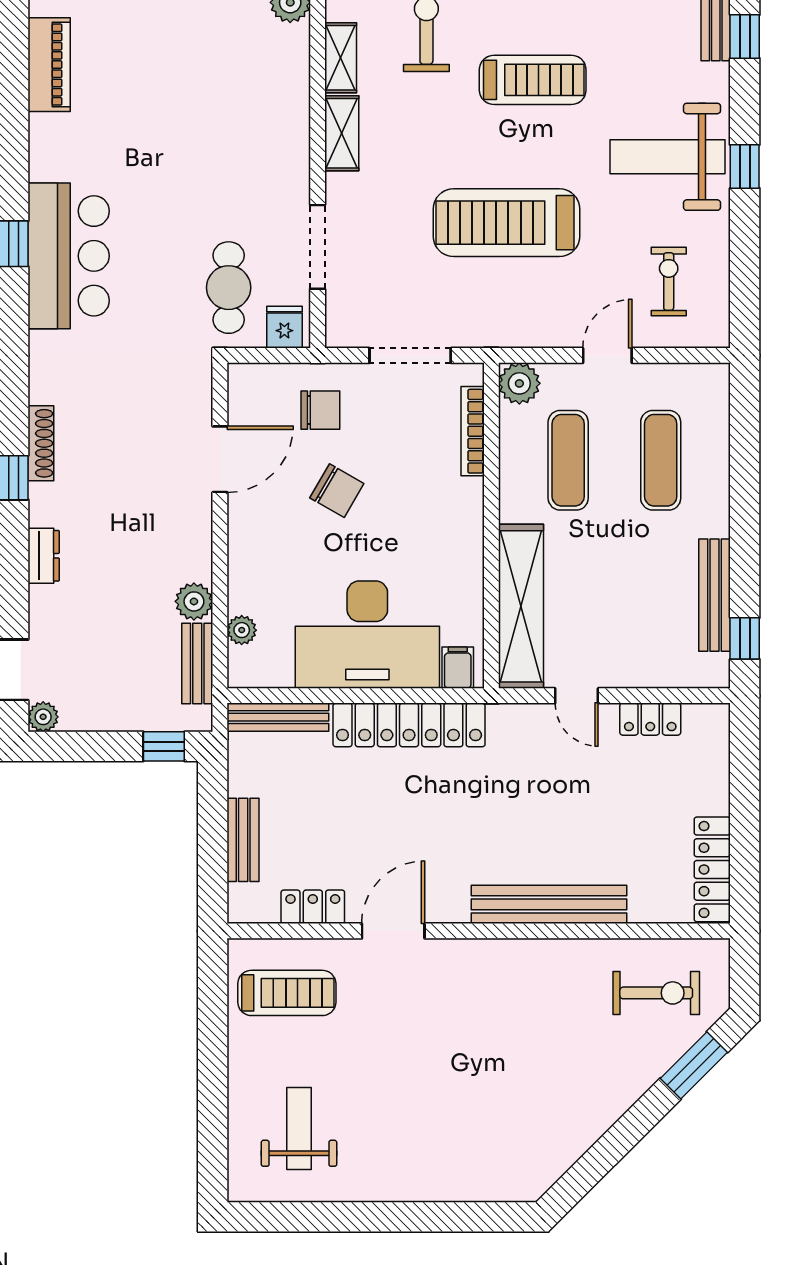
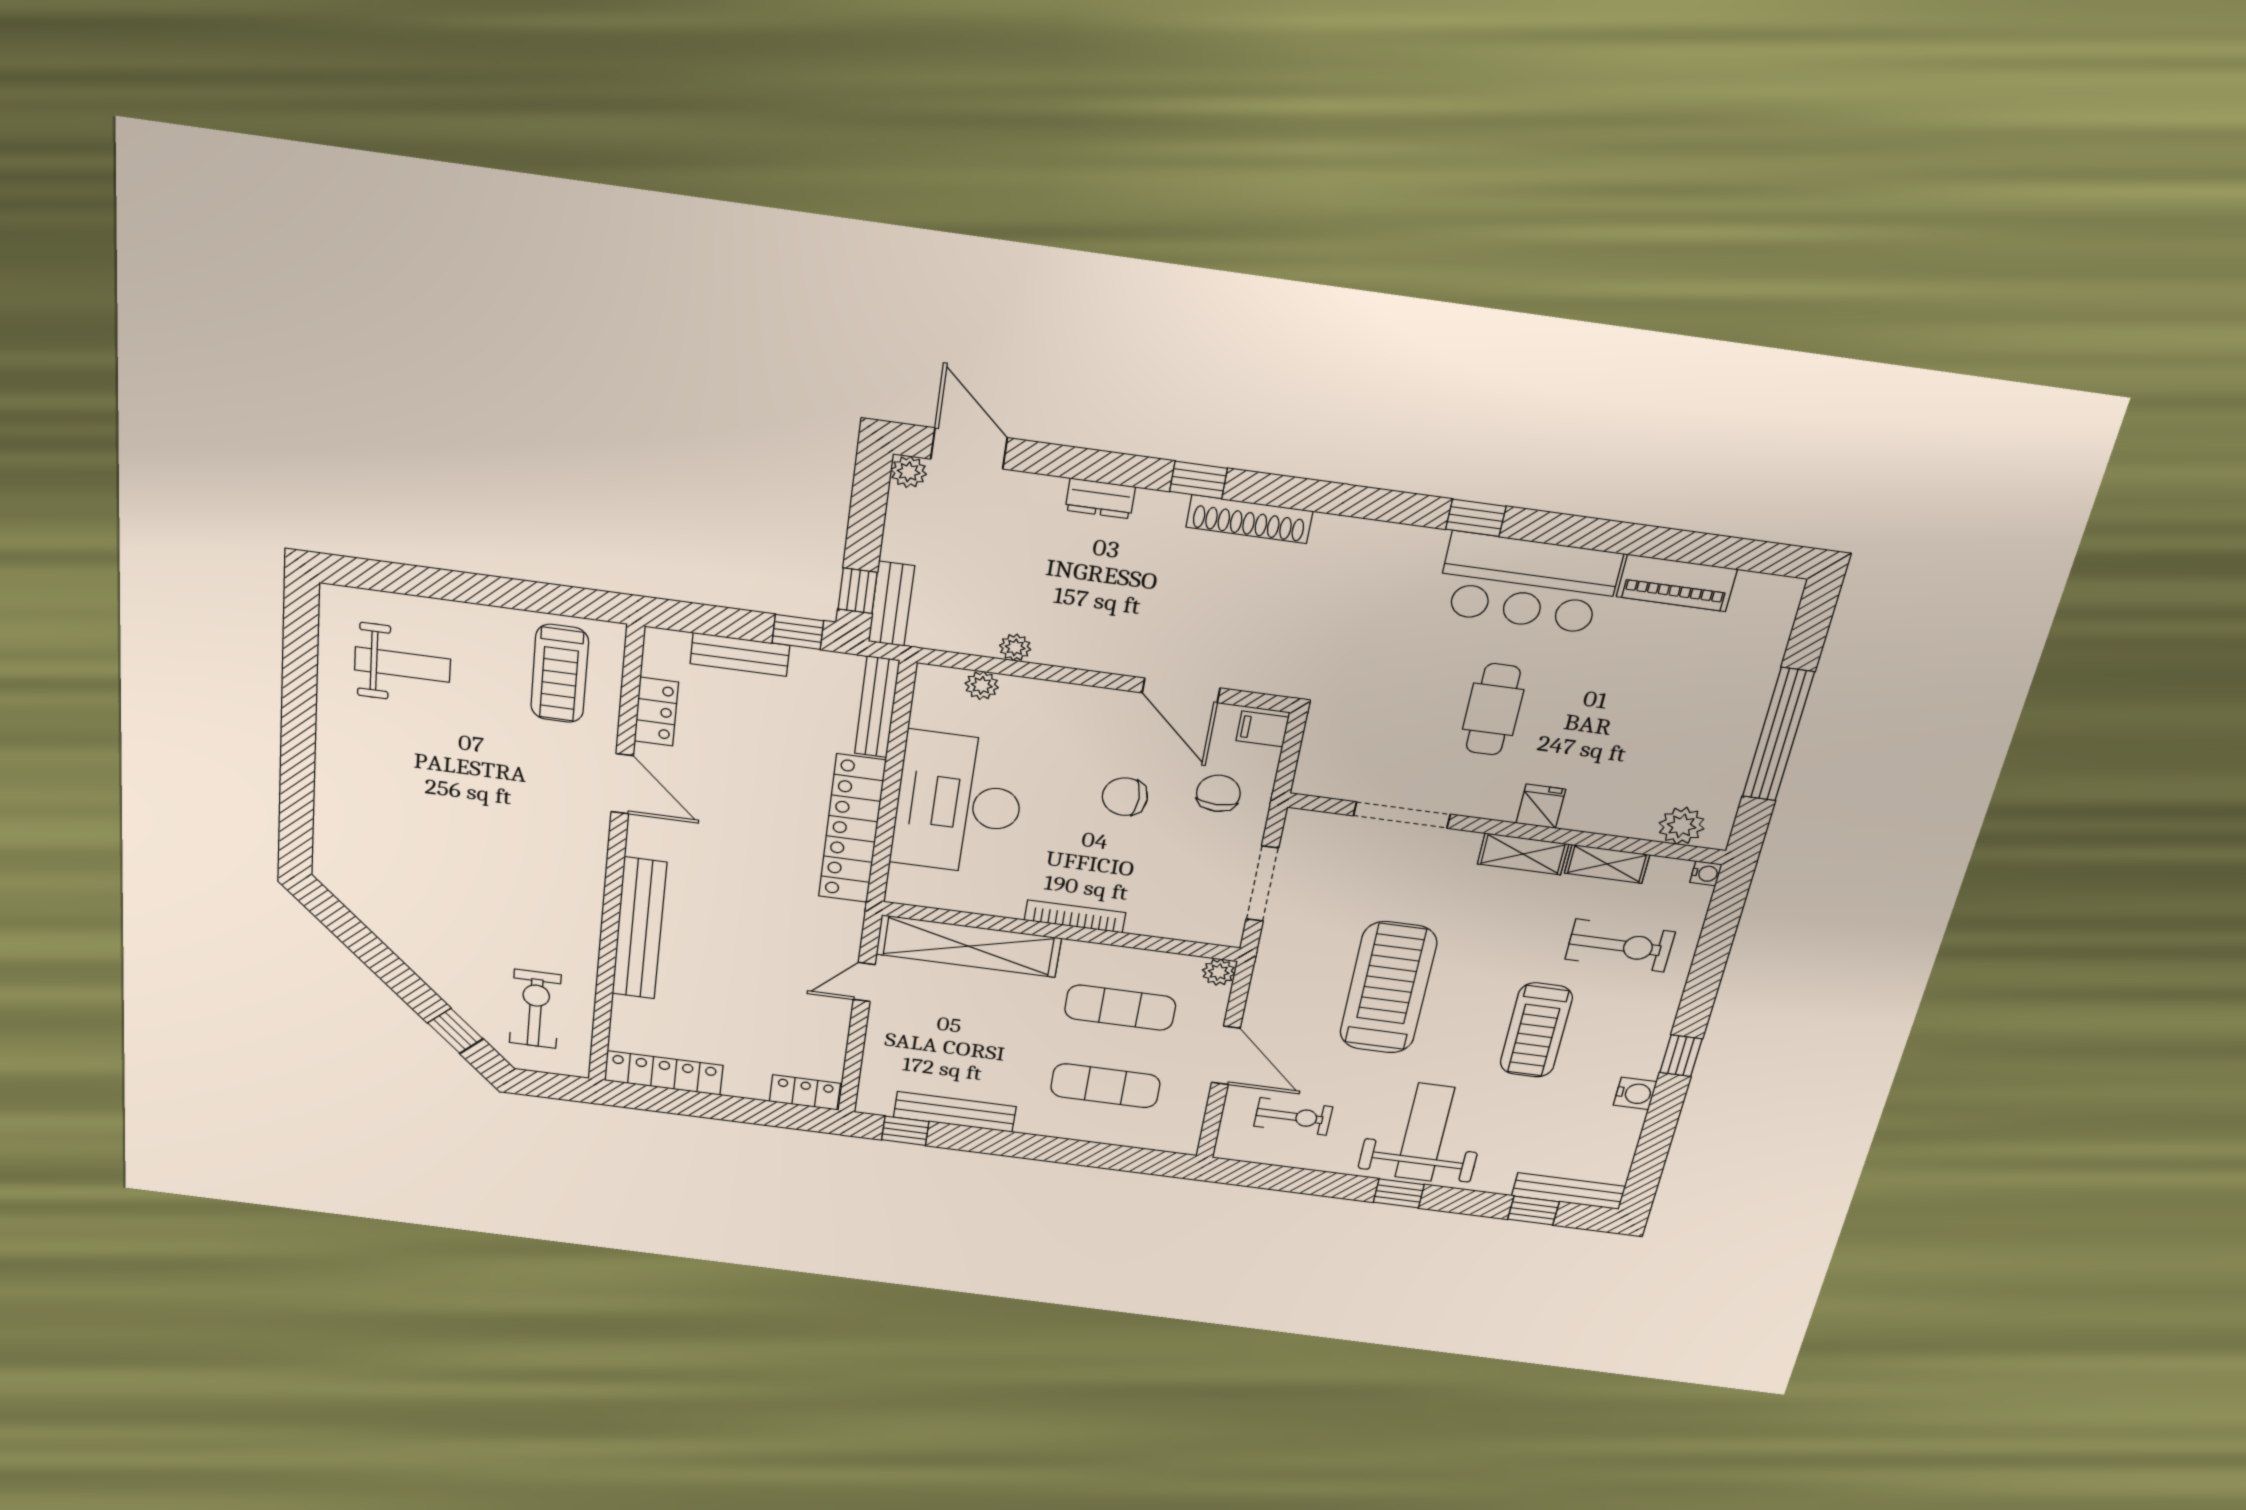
bar counter: (69, 256) -> (1528, 583), moved
cafe table: (229, 288) -> (1493, 709), moved, turned 90
fridge: (284, 327) -> (1541, 806), moved, turned -90
door: (607, 355) -> (1226, 1055), width x1.37
plant: (519, 383) -> (1219, 972), width x0.73, depth x0.73
chair: (320, 410) -> (1218, 793), turned 180
bookcase: (473, 431) -> (1075, 916), moved
shoe rack: (41, 443) -> (1249, 519), width x1.36, depth x1.24
chair: (337, 491) -> (1125, 797), turned 60
plant: (194, 601) -> (1015, 647), width x0.73, depth x0.73
bench: (197, 663) -> (891, 604), moved, turned 90
filing cabinet: (458, 668) -> (1262, 729), moved, turned 180
locker: (650, 719) -> (805, 1092), moved, turned 90
window: (213, 793) -> (798, 632), added
exercise bike: (656, 993) -> (535, 1009), turned 180
window: (694, 1065) -> (455, 1031), width x0.67

